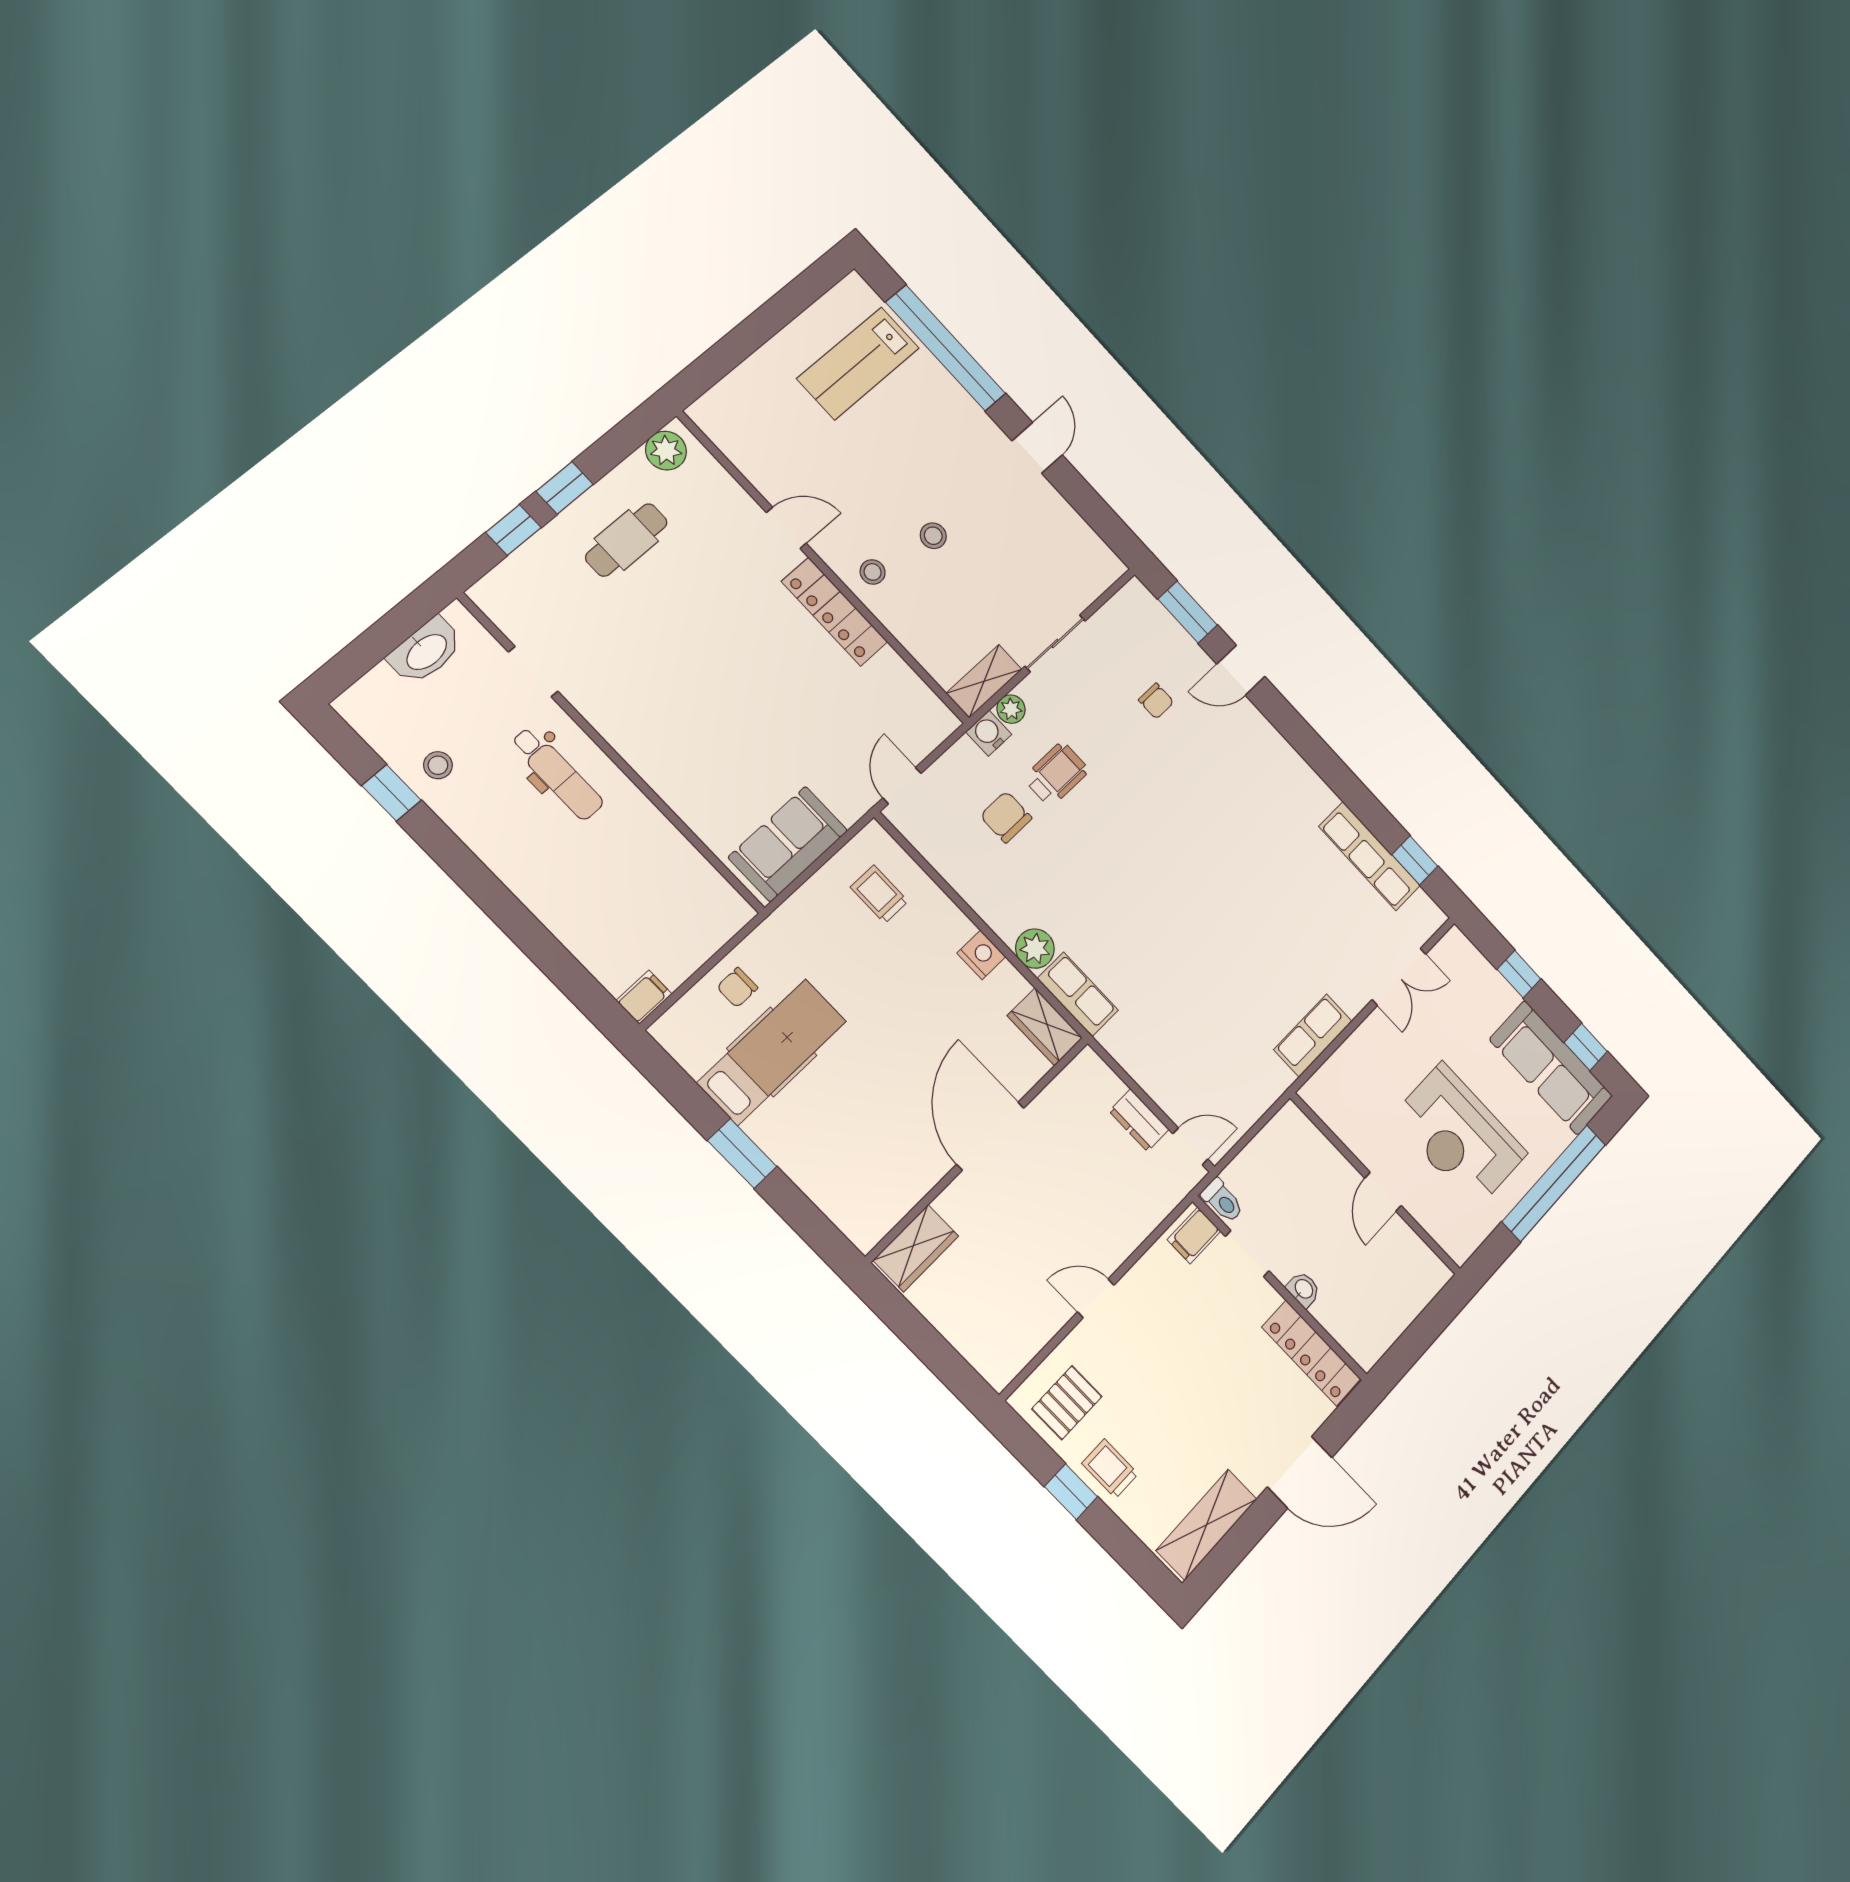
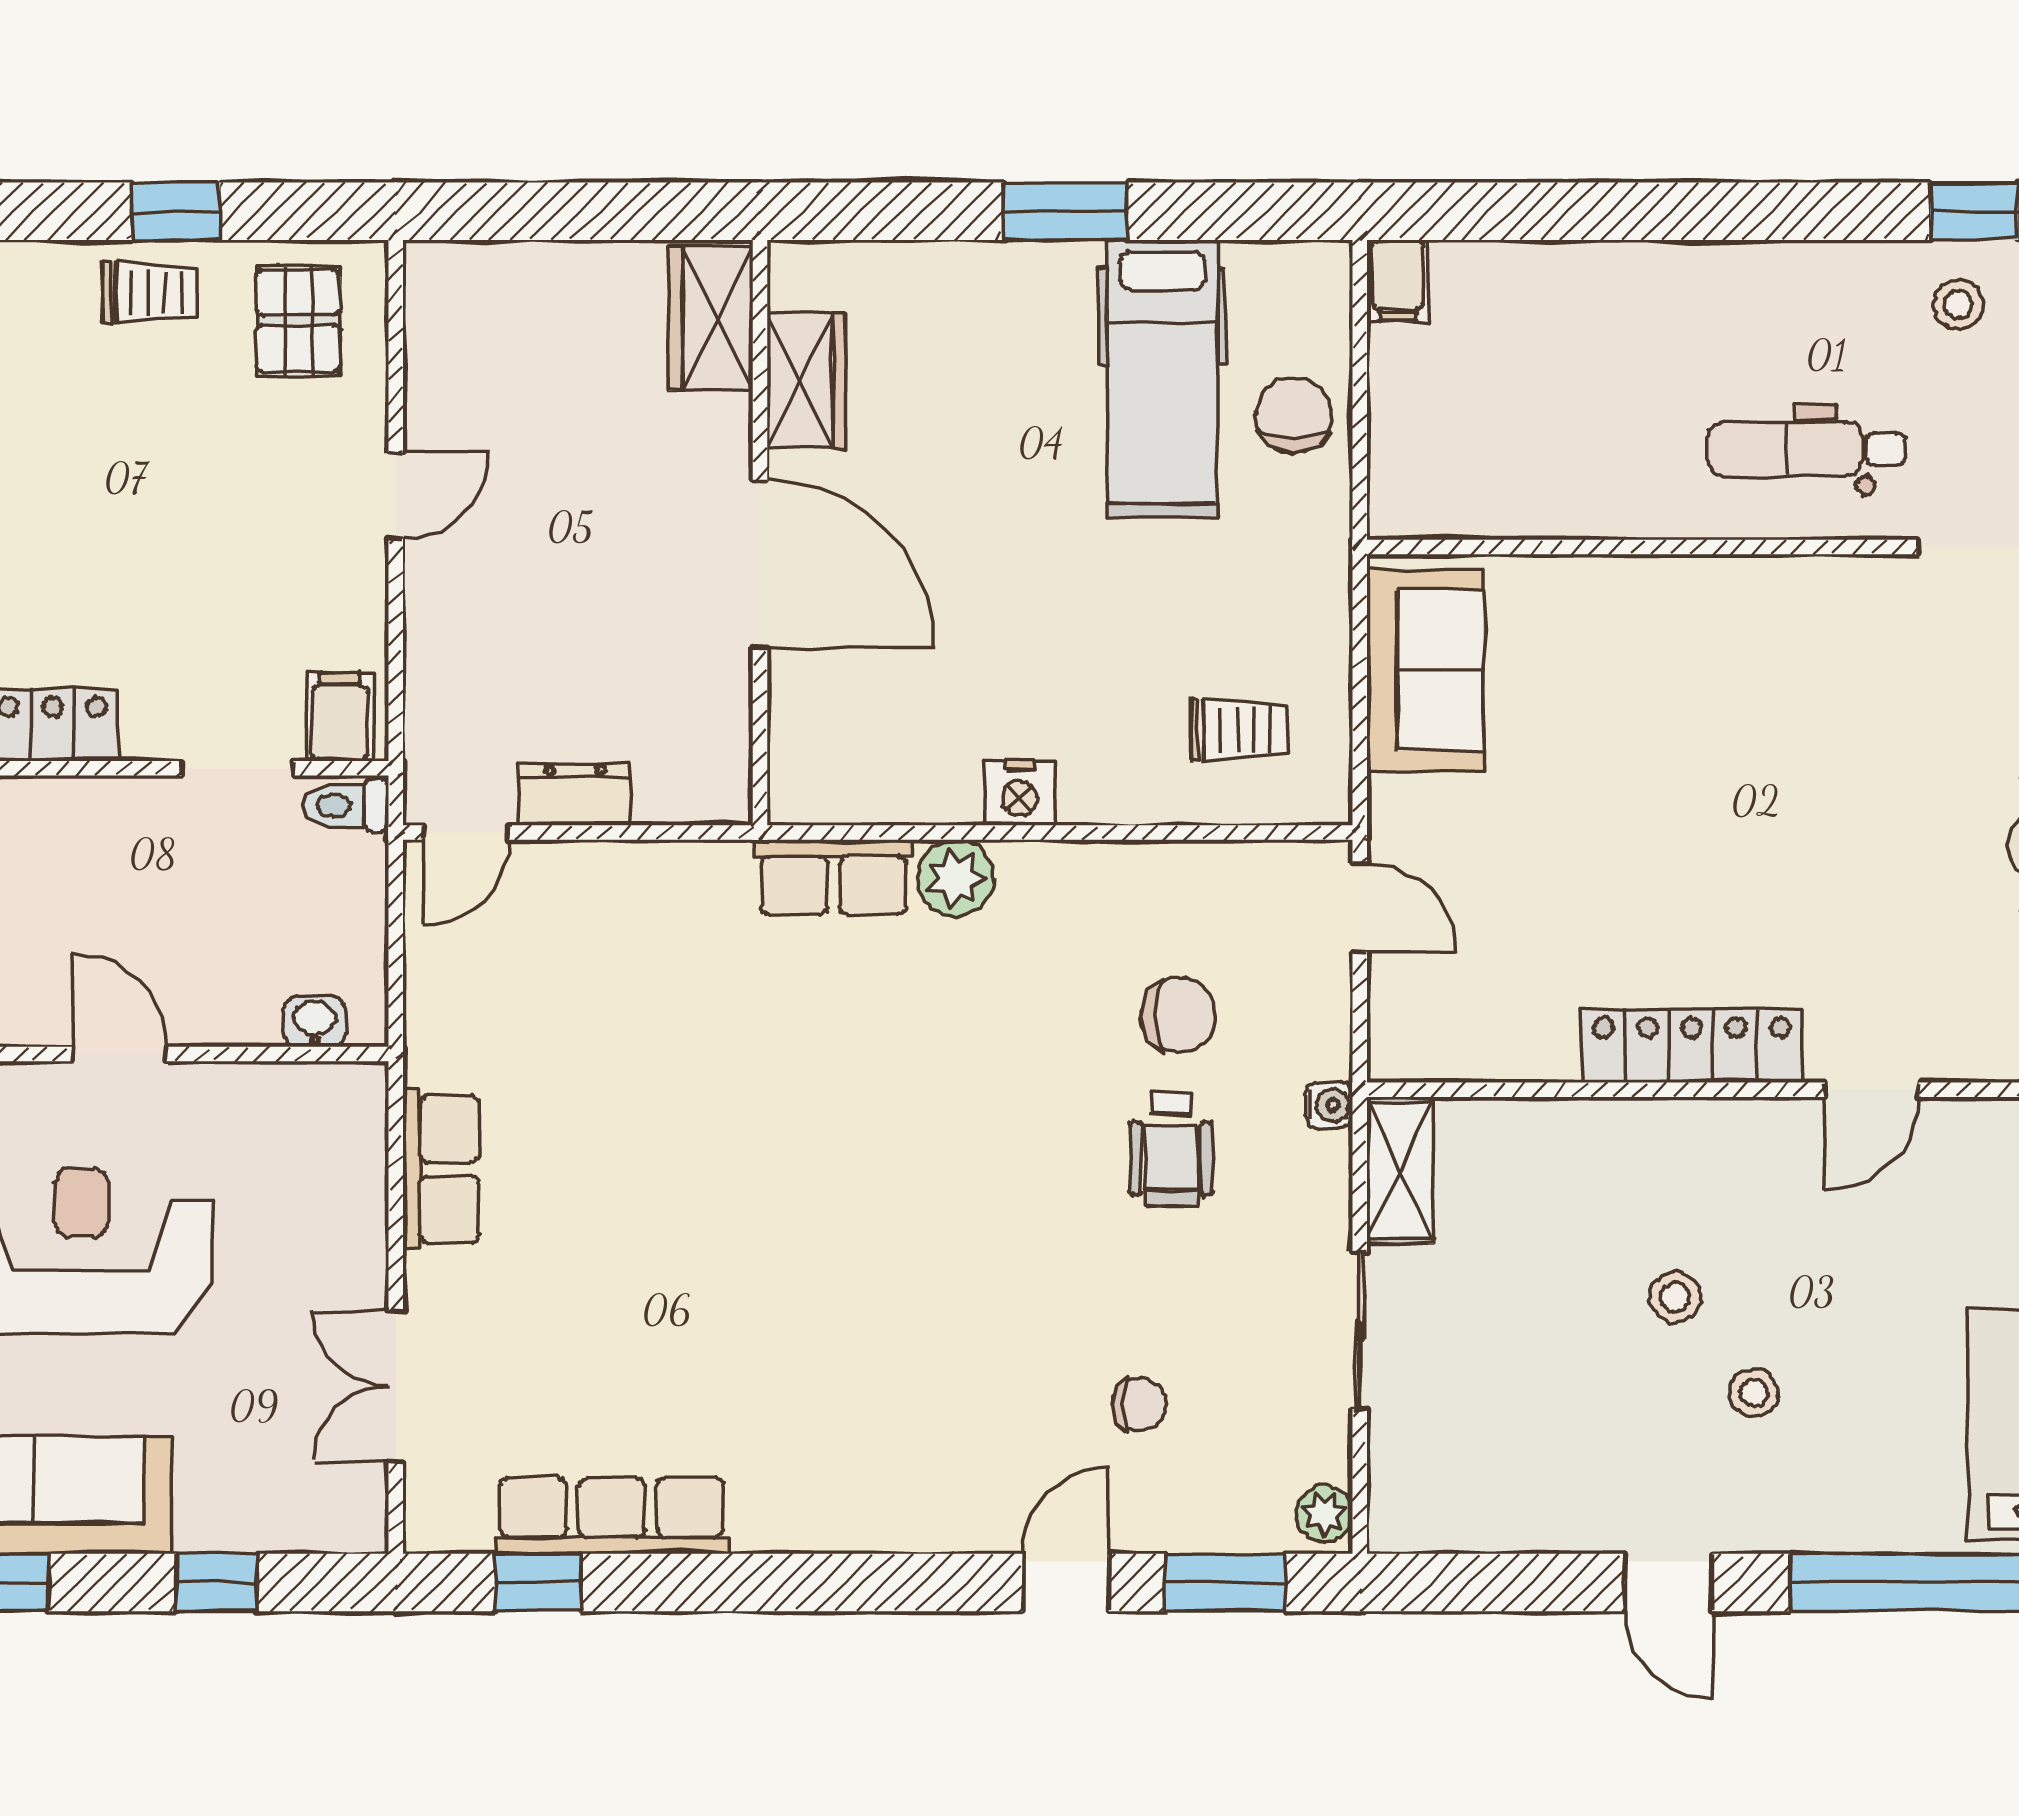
stool: (873, 572) -> (1754, 1393), moved
chair: (1156, 701) -> (1139, 1404), turned 180
plant: (1011, 709) -> (1324, 1514), moved
water cooler: (989, 733) -> (1329, 1105), width x0.72, depth x0.72
chair: (737, 987) -> (1294, 415), width x1.37, depth x1.37
wardrobe: (1045, 1027) -> (806, 380), moved, turned 90
washbasin: (1303, 1289) -> (315, 1022), moved, turned 180

